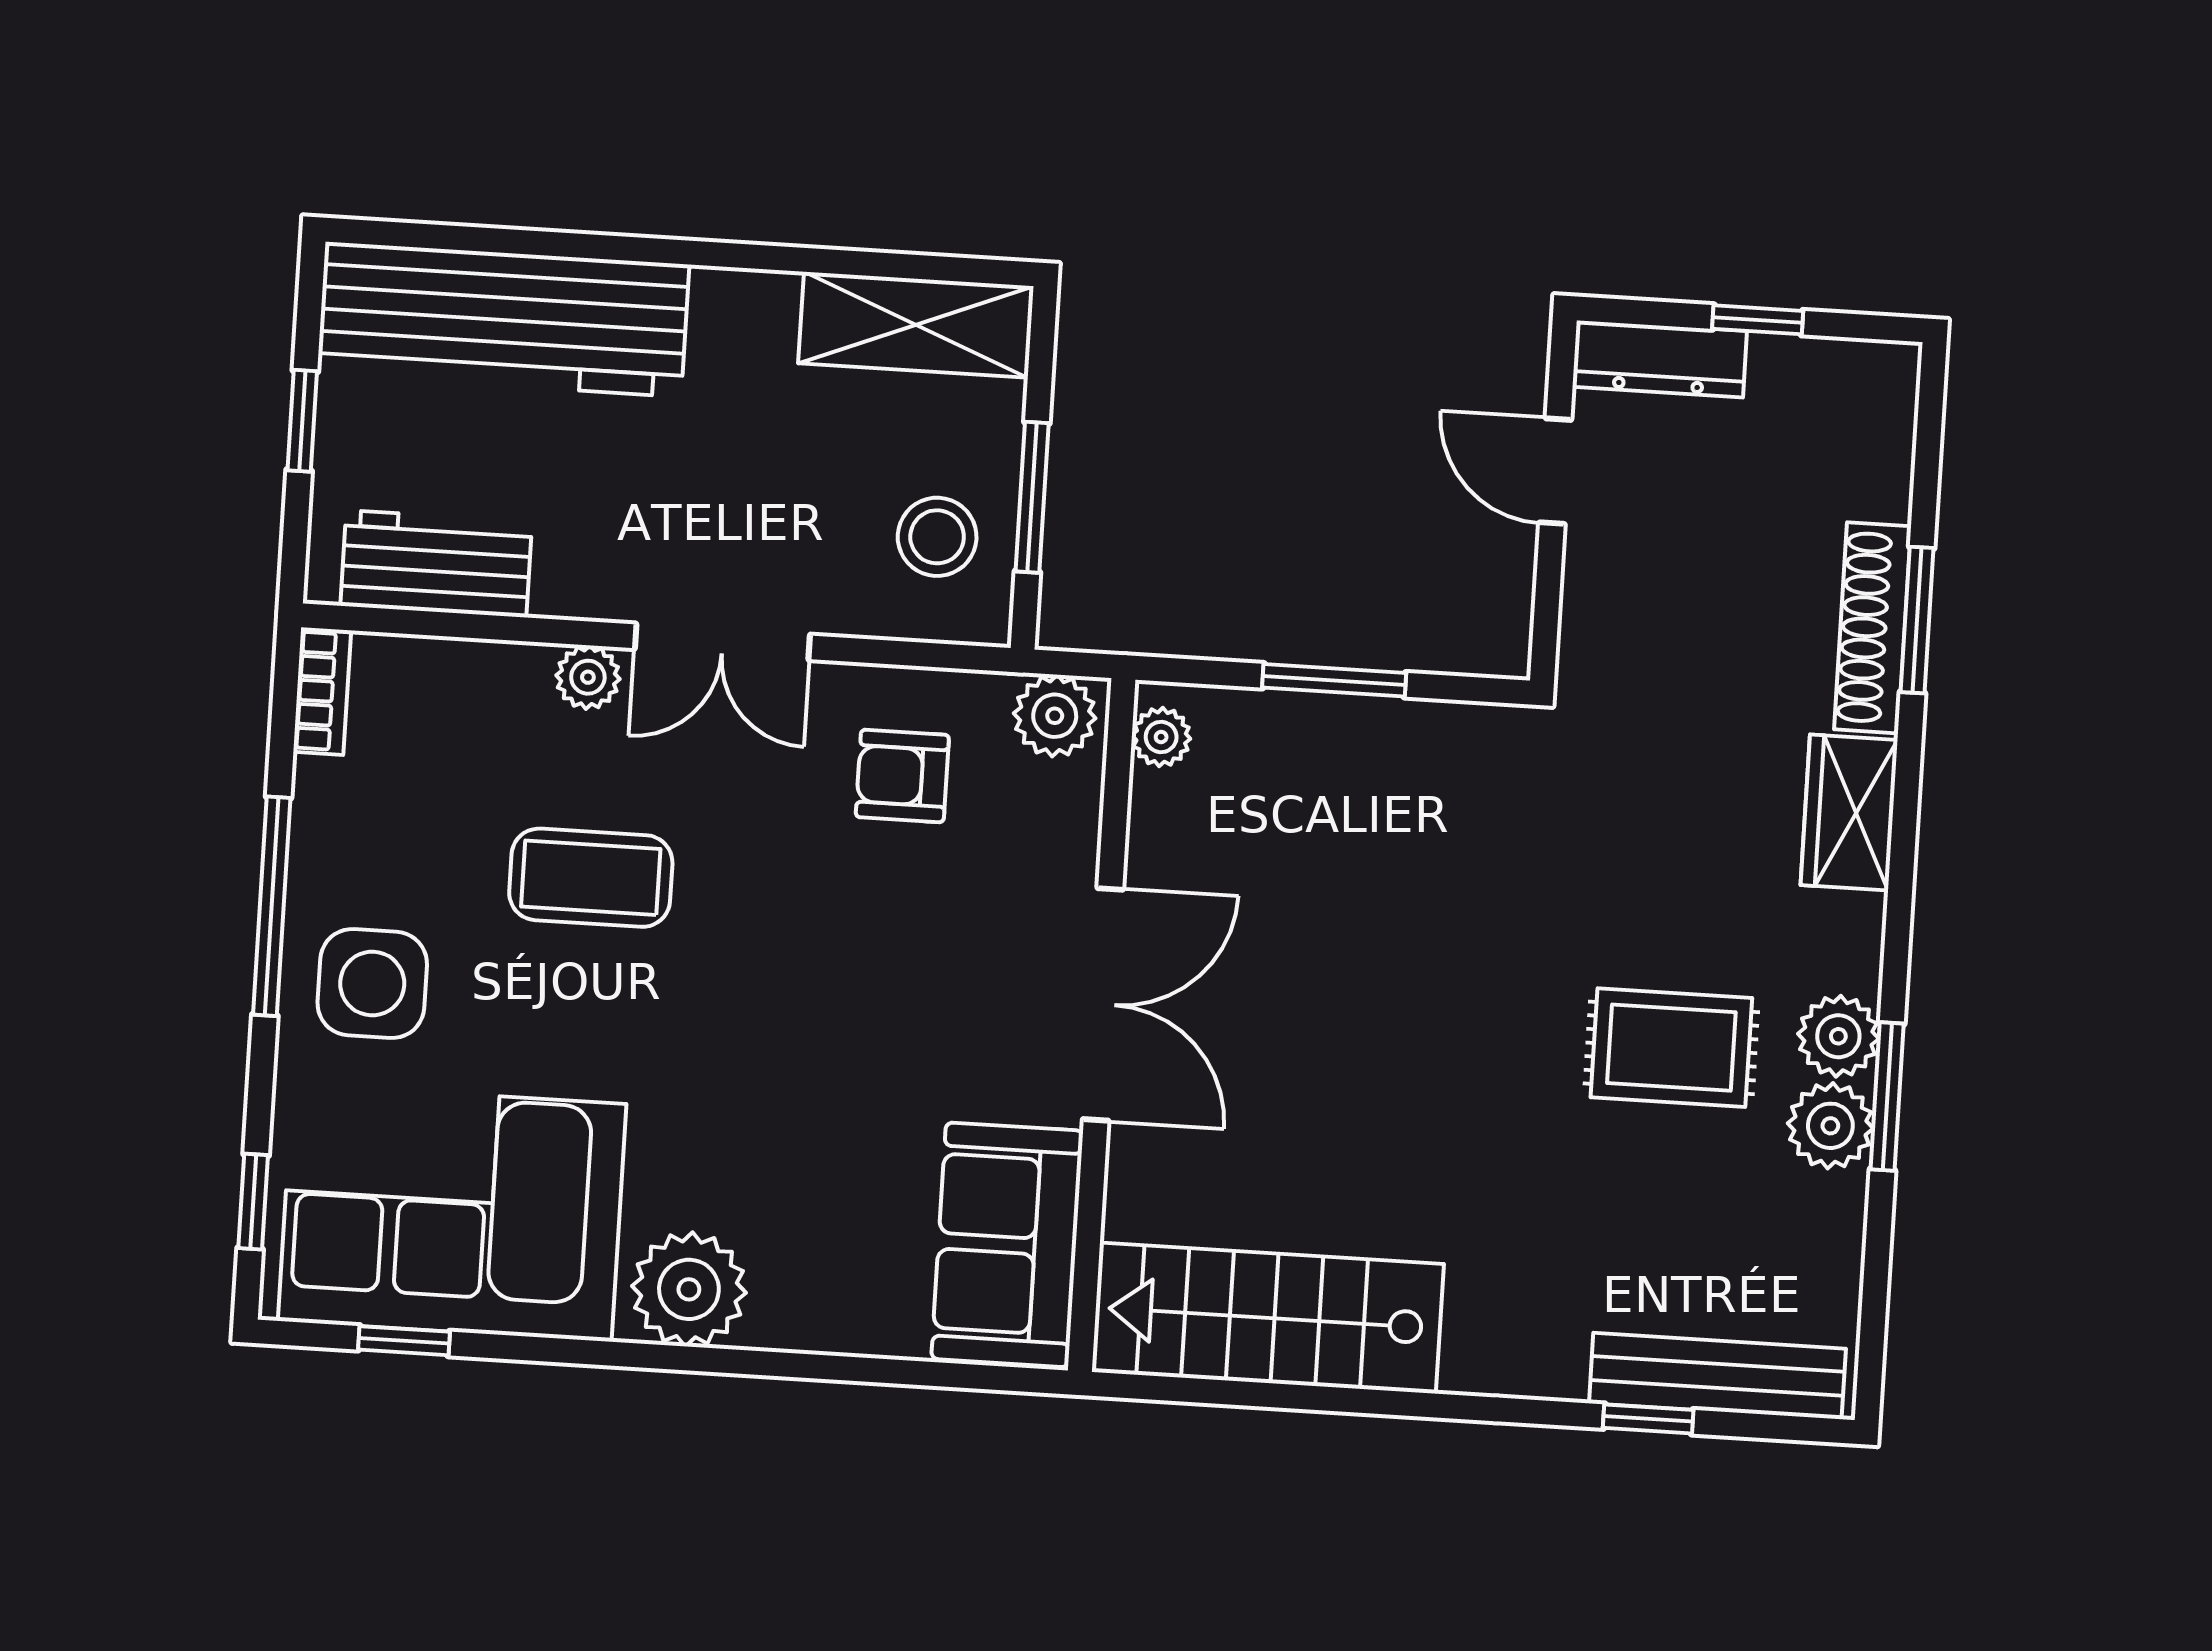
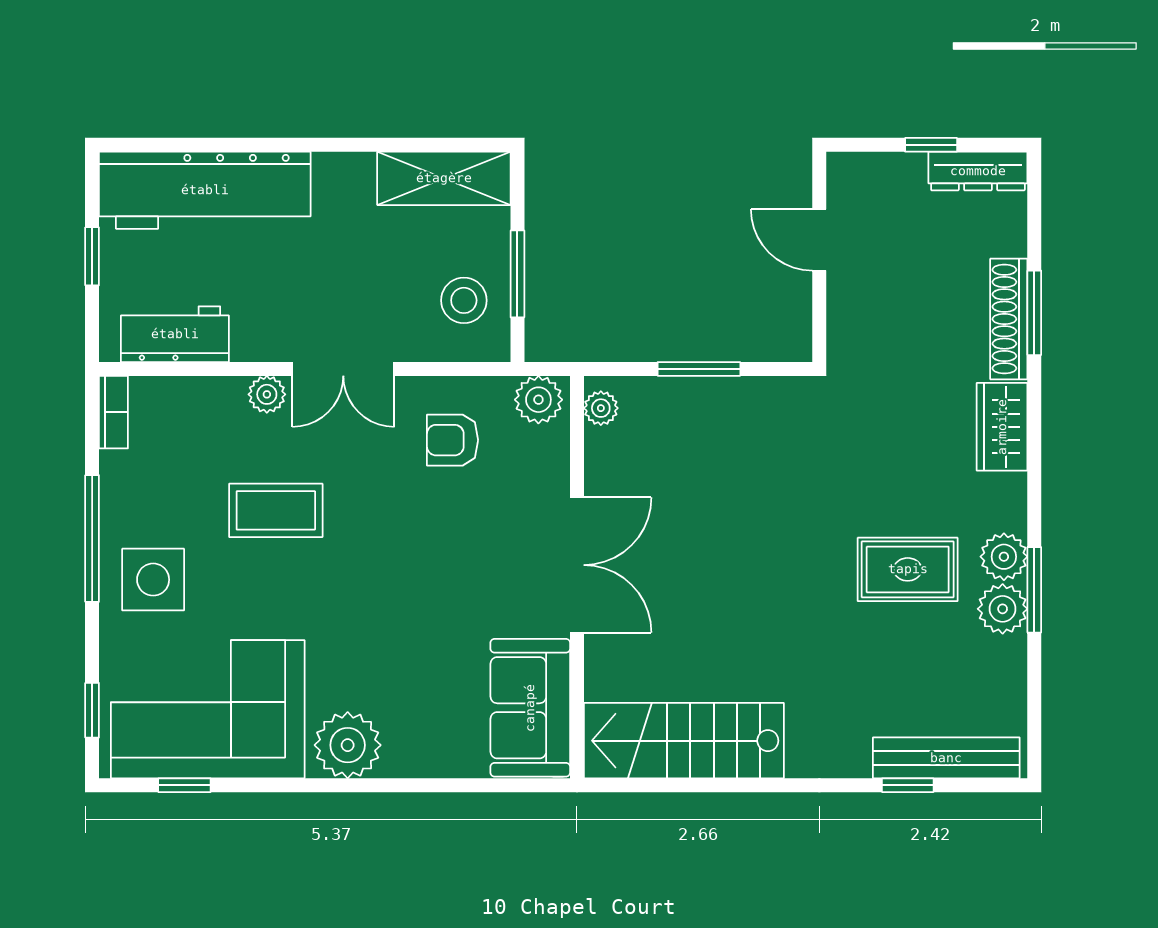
dresser: (1660, 359) -> (978, 171), moved

